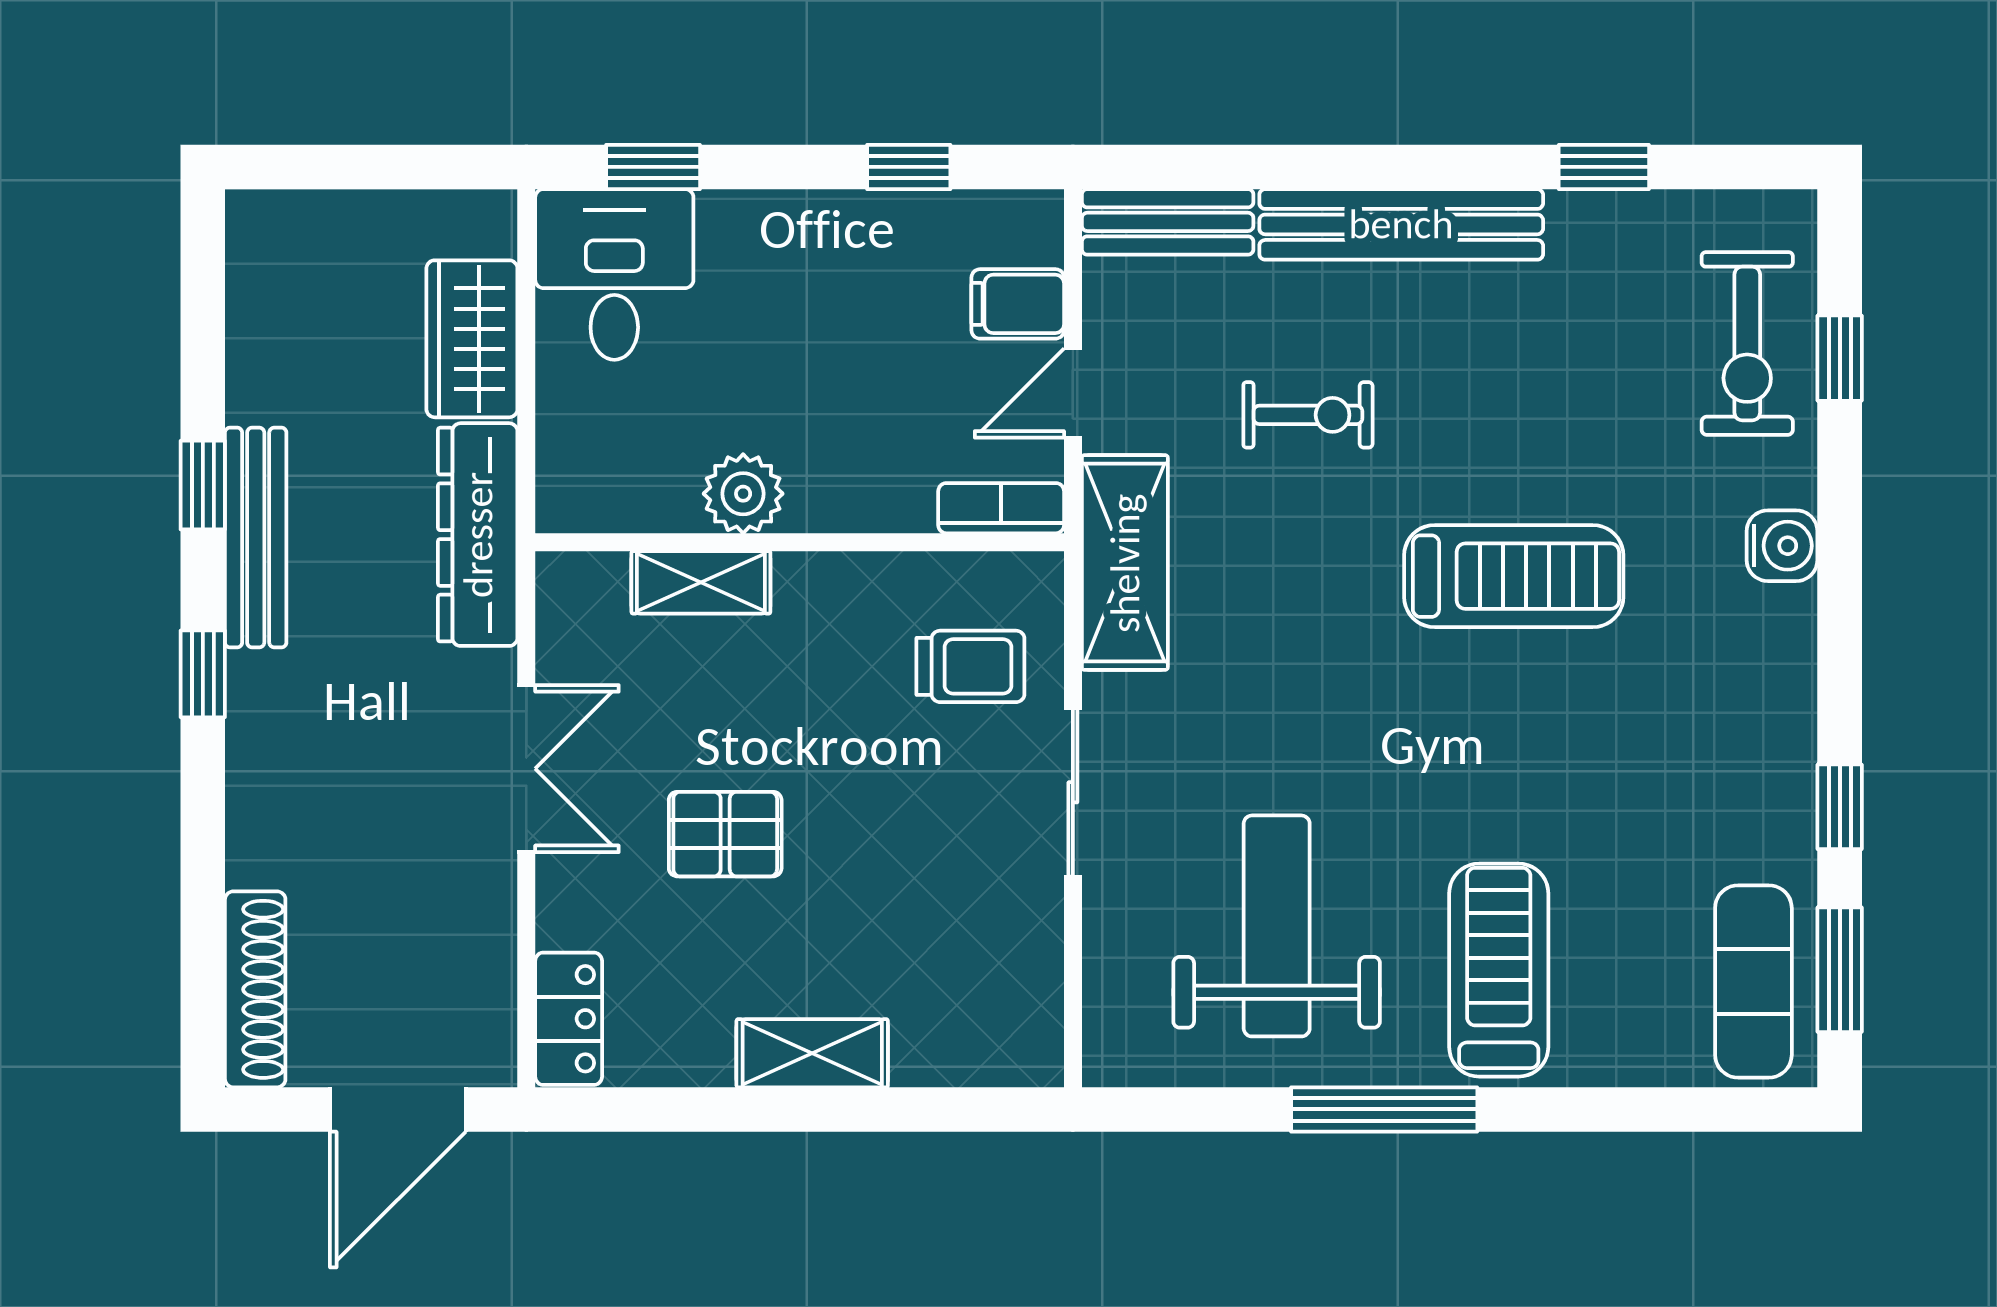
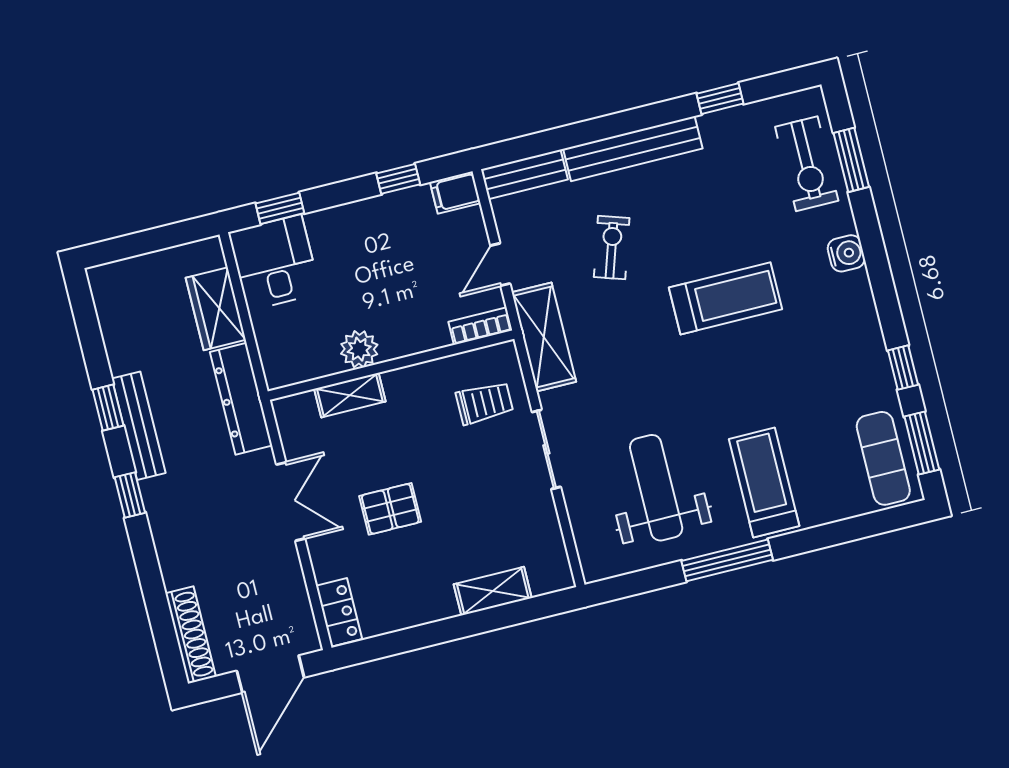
filing cabinet: (1018, 304) -> (455, 193), moved
window: (1840, 358) -> (851, 160), width x1.50
exercise bike: (1308, 415) -> (612, 248), turned -72
shelving: (812, 1053) -> (493, 591), moved

